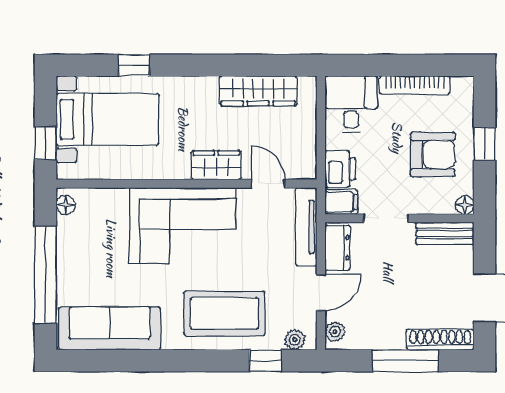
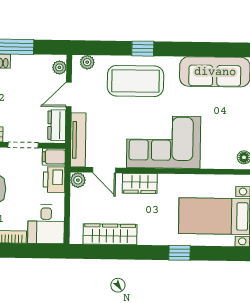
window: (134, 65) -> (180, 253), moved
plant: (306, 169) -> (78, 180), added
window: (266, 361) -> (143, 49), moved

